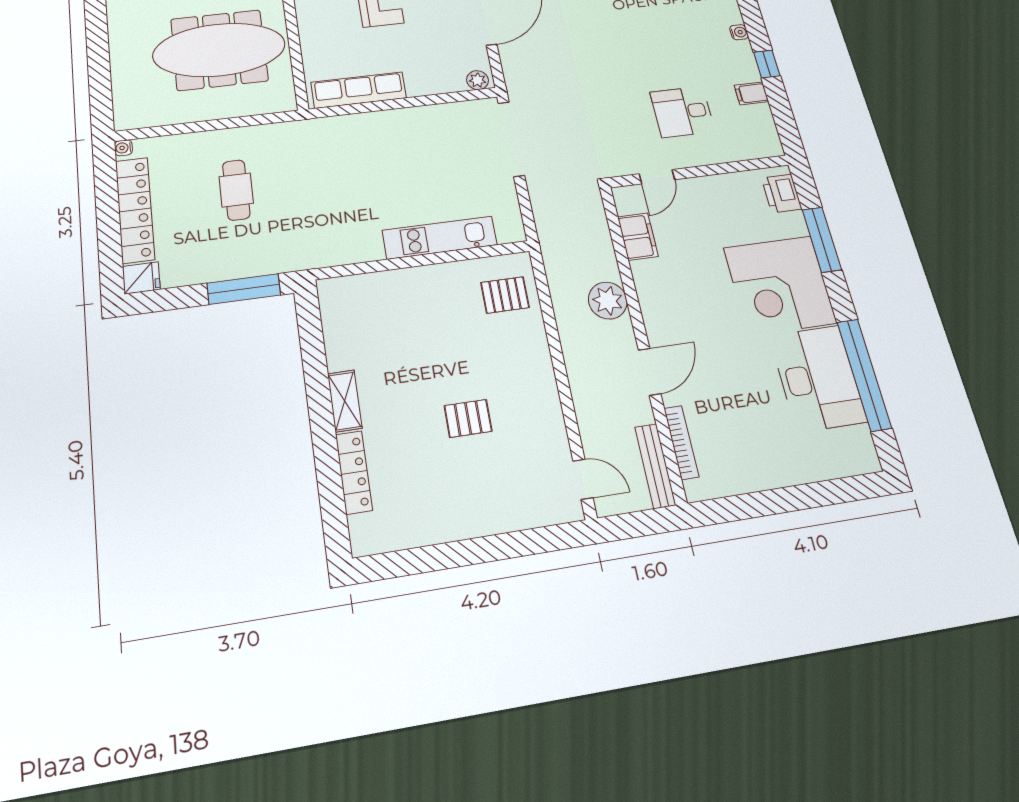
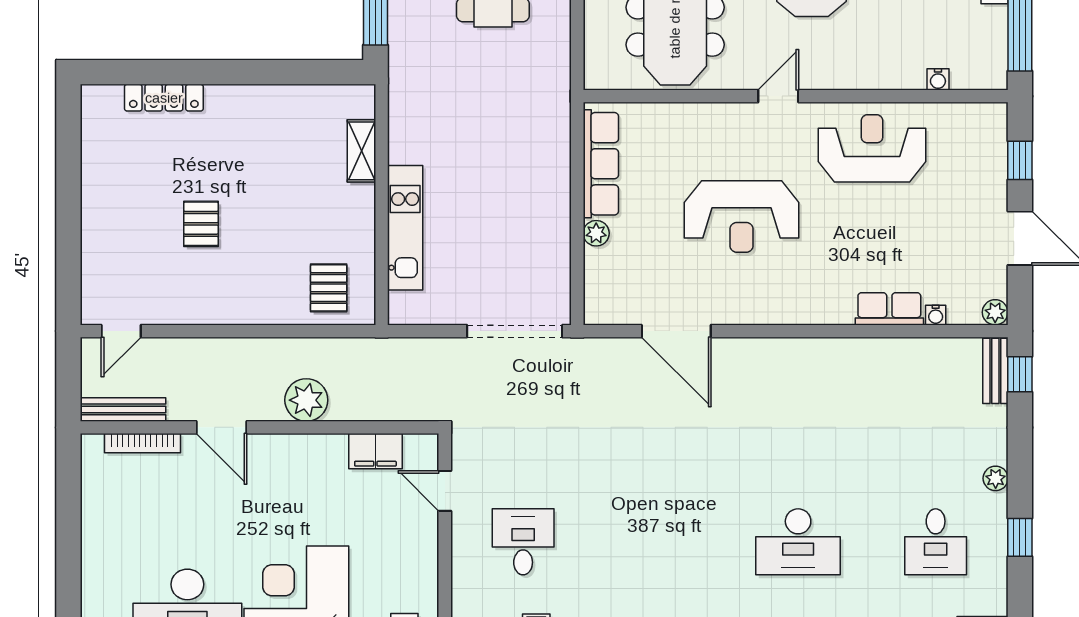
plant: (478, 80) -> (596, 233), moved
shelving: (345, 401) -> (361, 151), moved, turned 90

